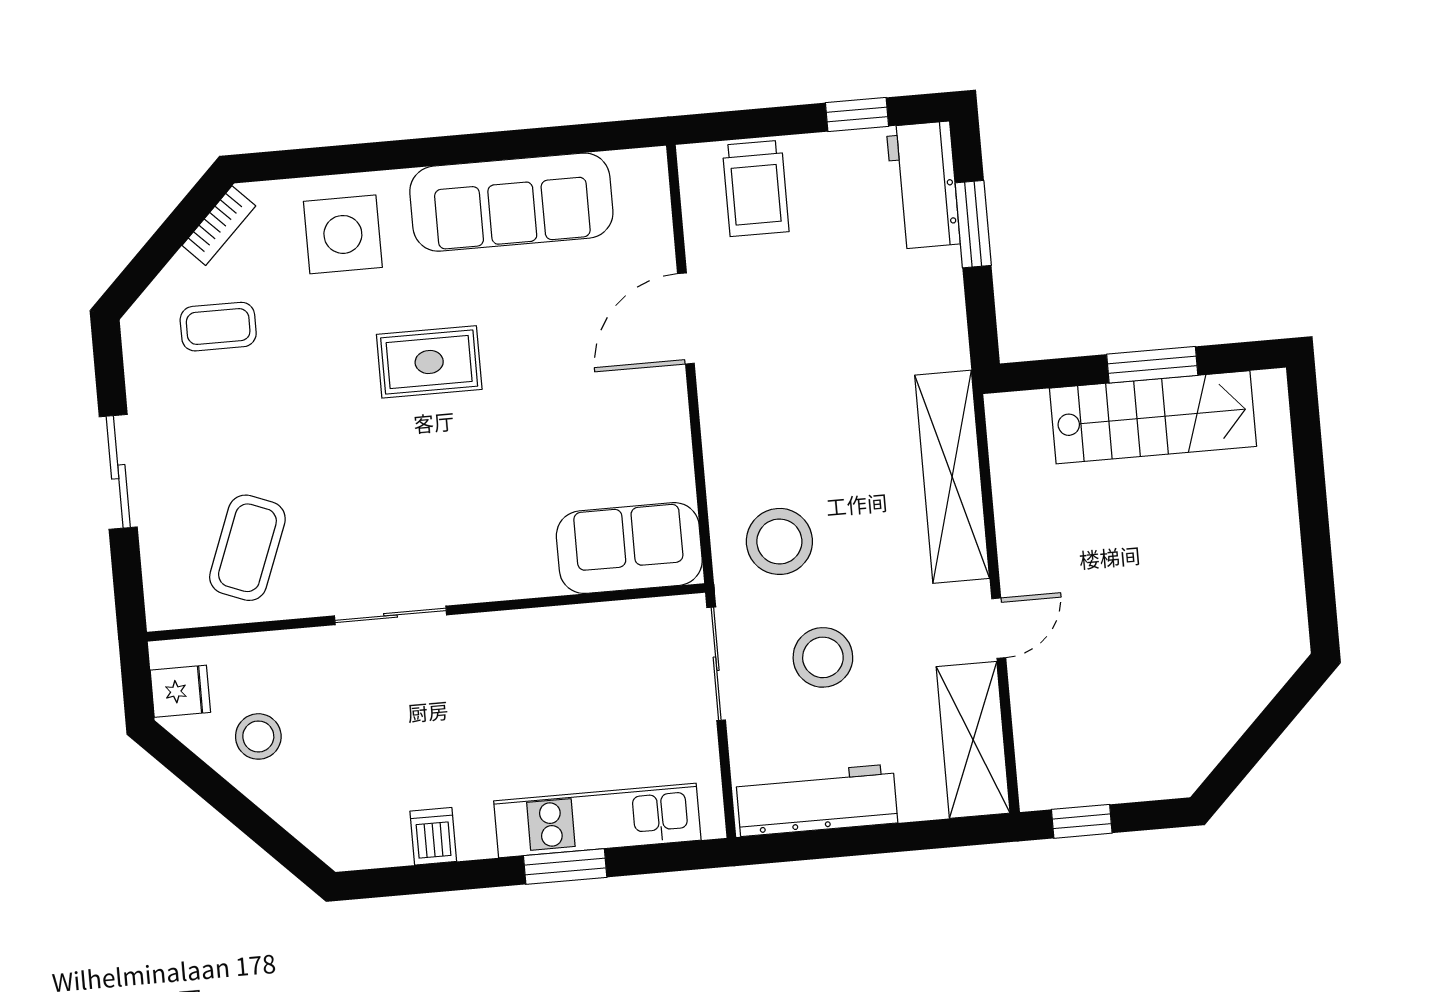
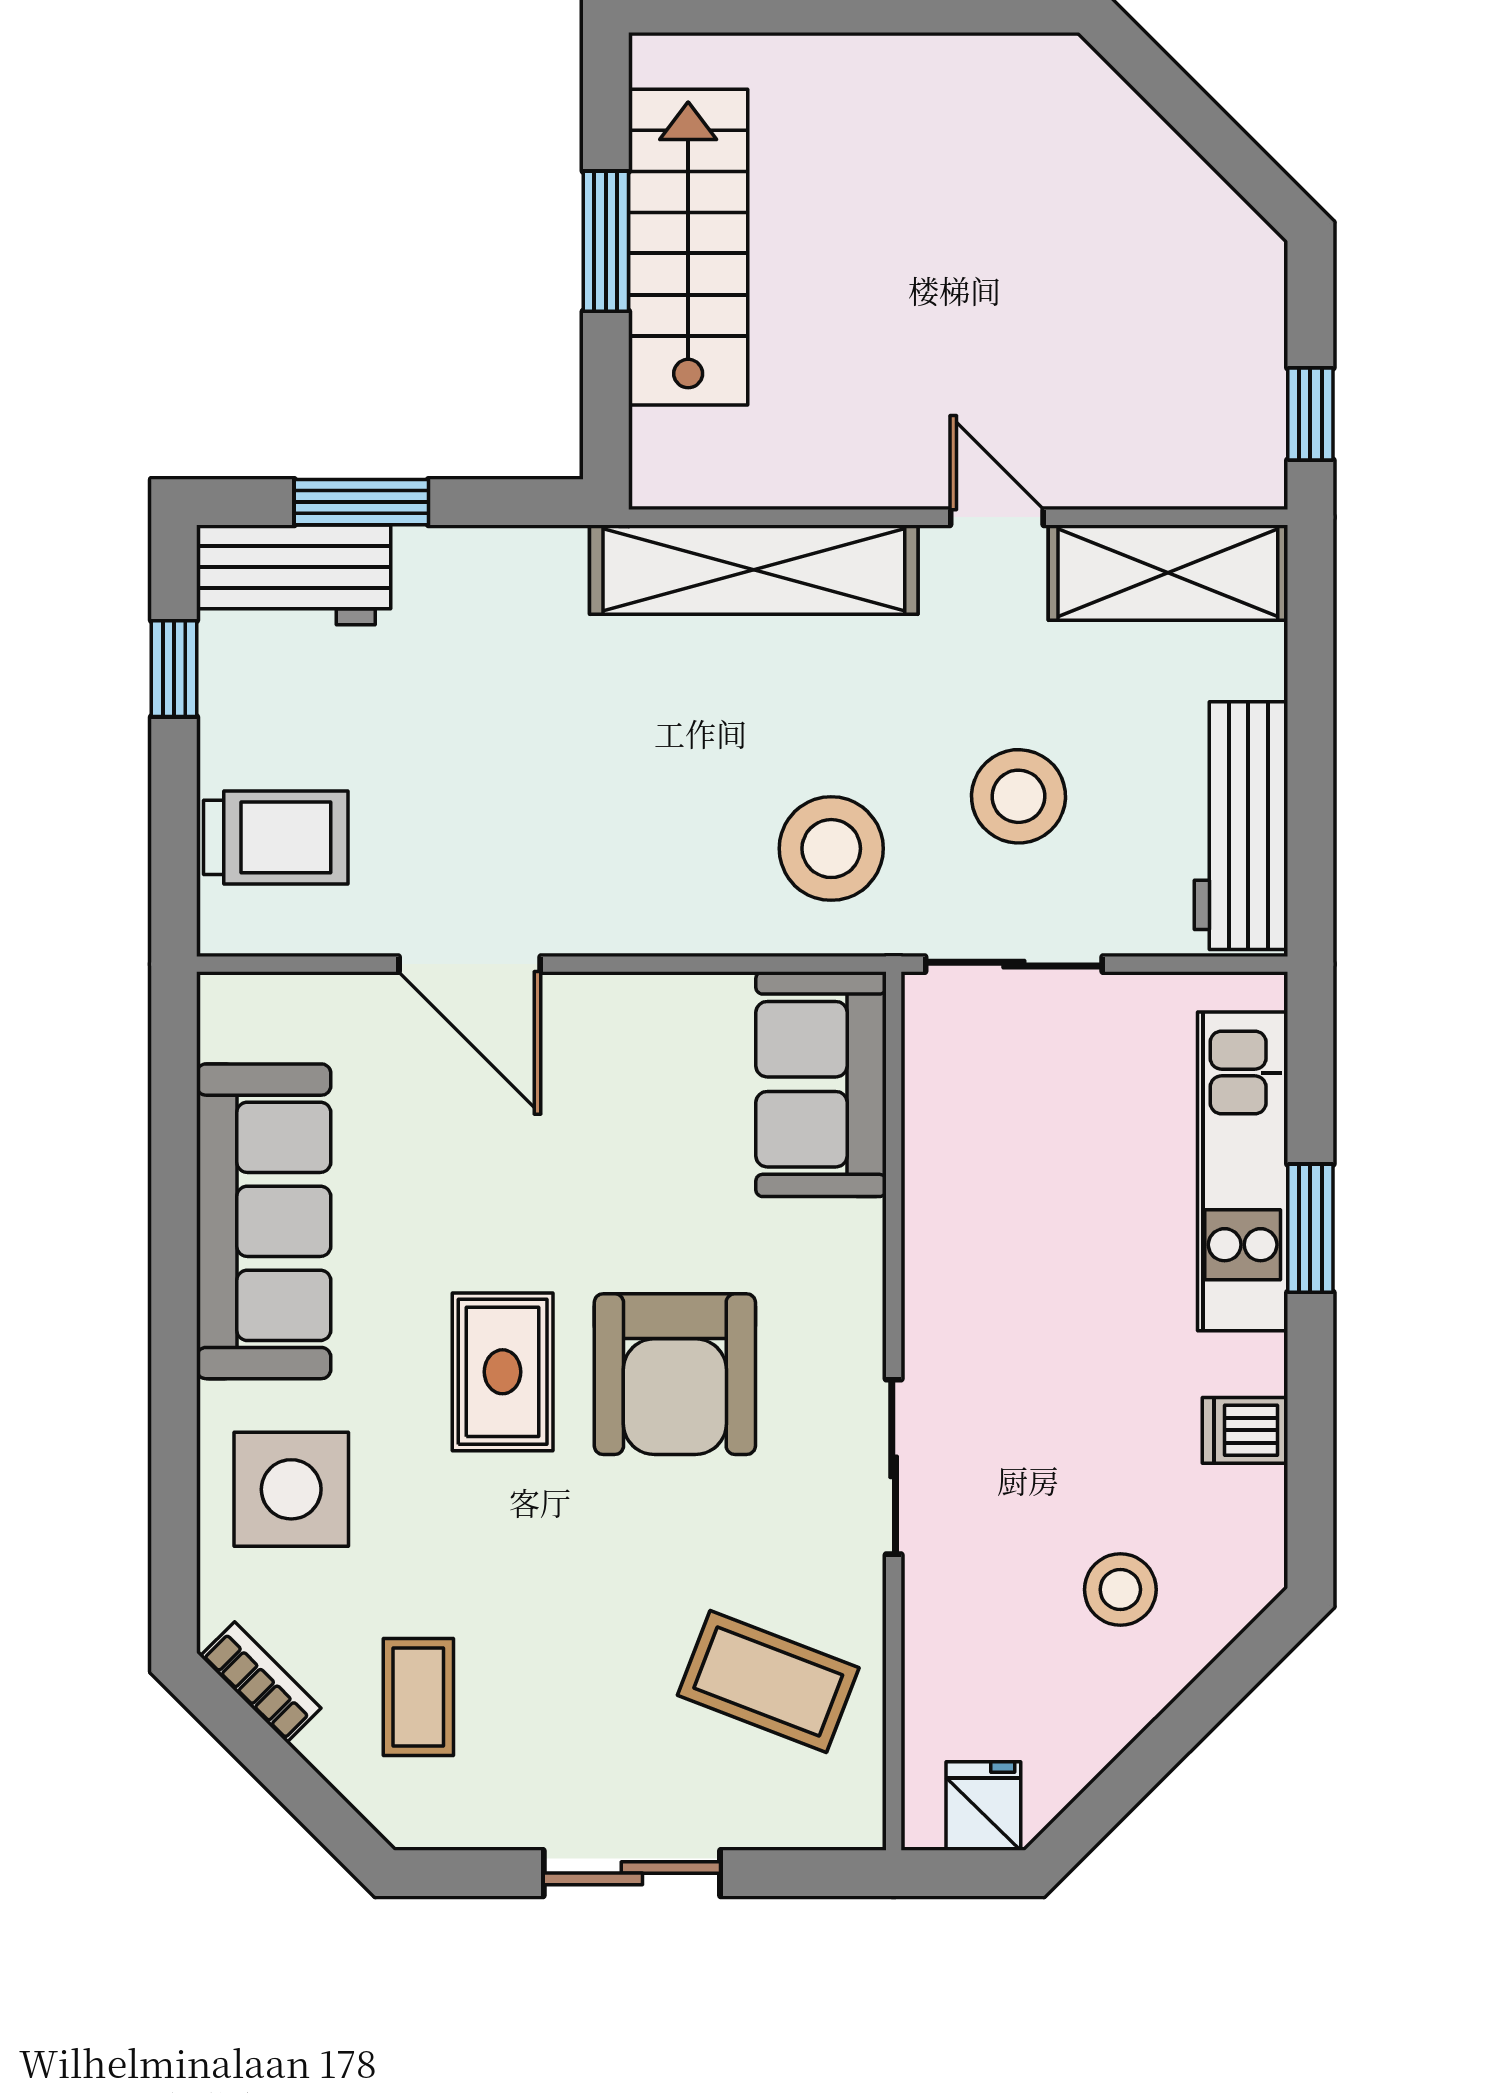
armchair: (437, 471) -> (675, 1374), added
stool: (258, 736) -> (1120, 1590), moved

